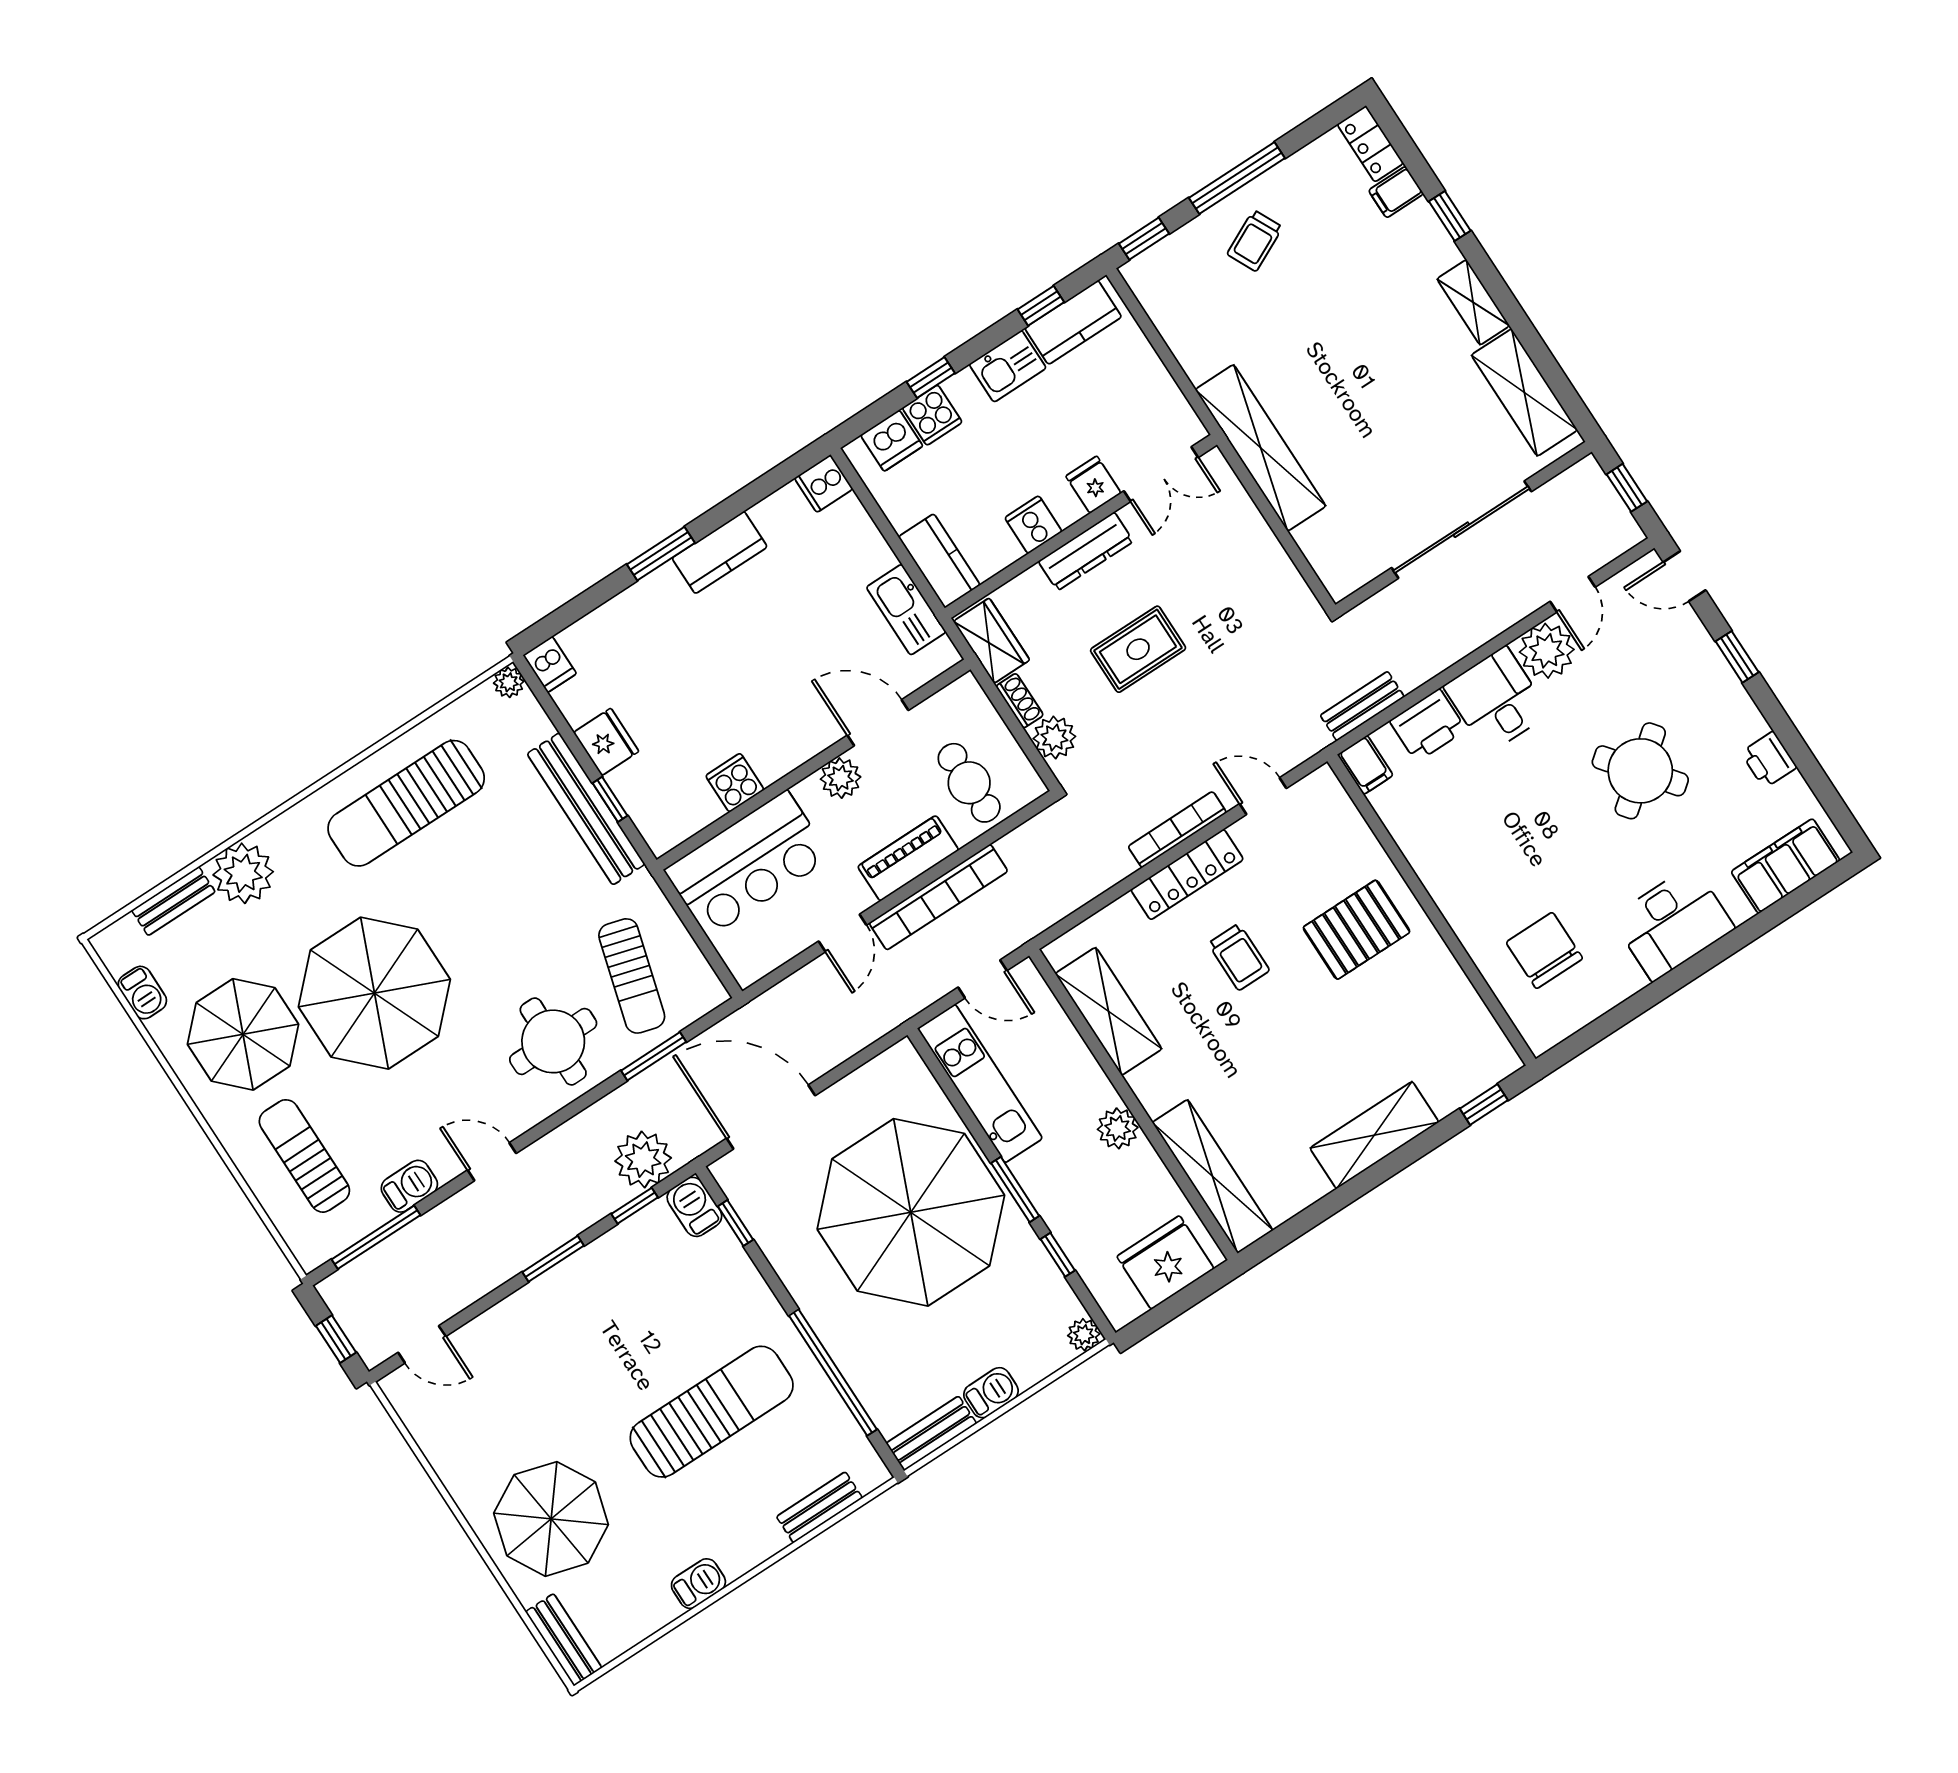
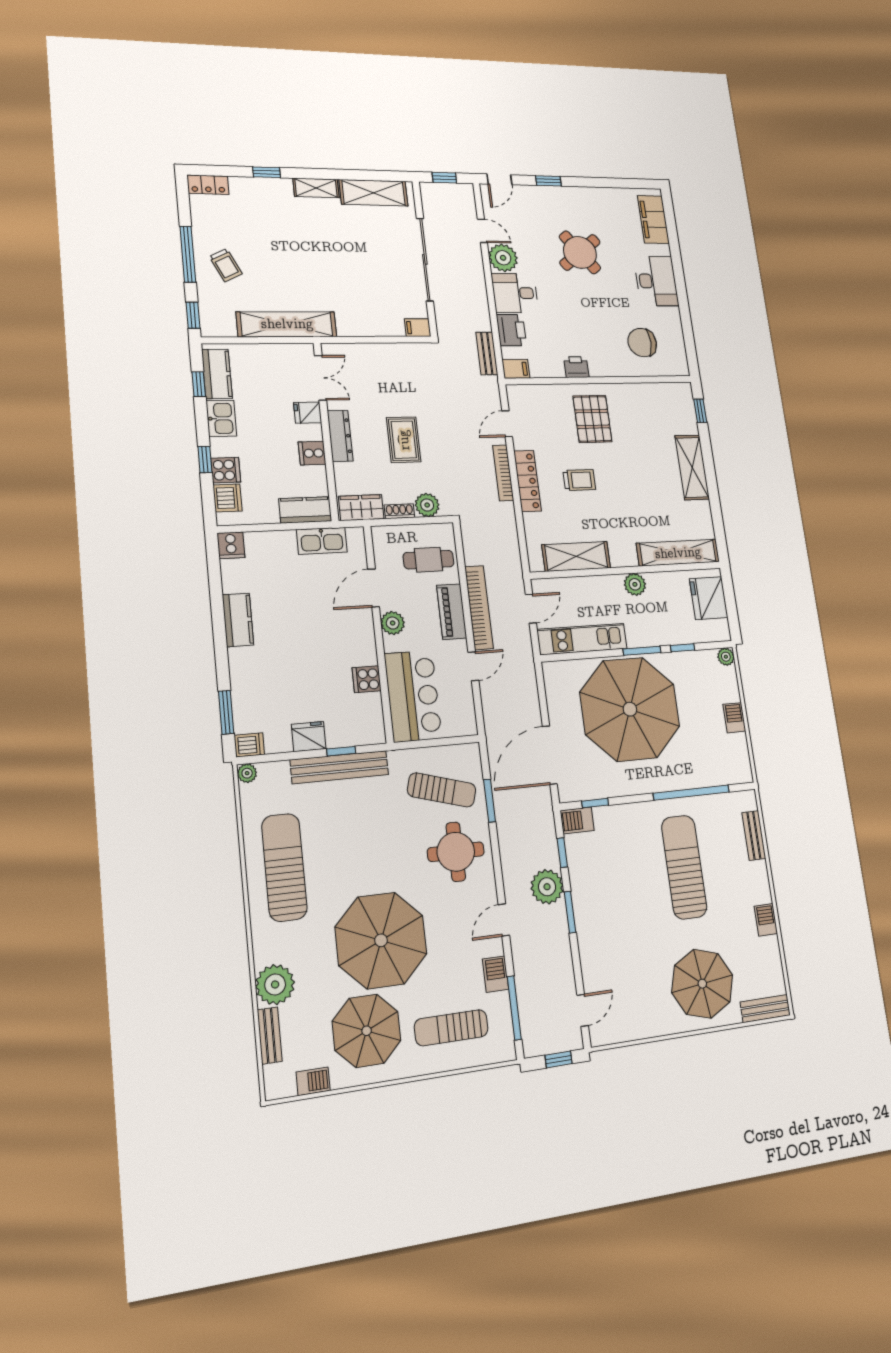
filing cabinet: (1396, 192) -> (418, 328), moved, turned 90
shelving: (1261, 448) -> (287, 324), moved
window: (661, 554) -> (226, 712), moved
printer: (1769, 760) -> (576, 367), moved, turned 180
sun lounger: (406, 803) -> (284, 867), turned 180
door: (843, 933) -> (473, 666), hinge flipped
plant: (643, 1160) -> (547, 887), moved
bench: (931, 1433) -> (741, 758), removed

